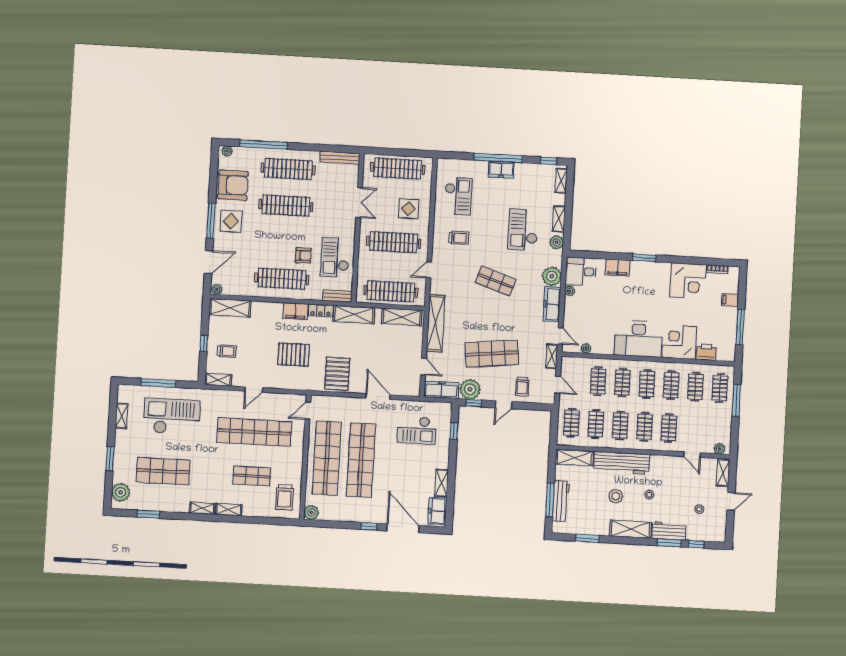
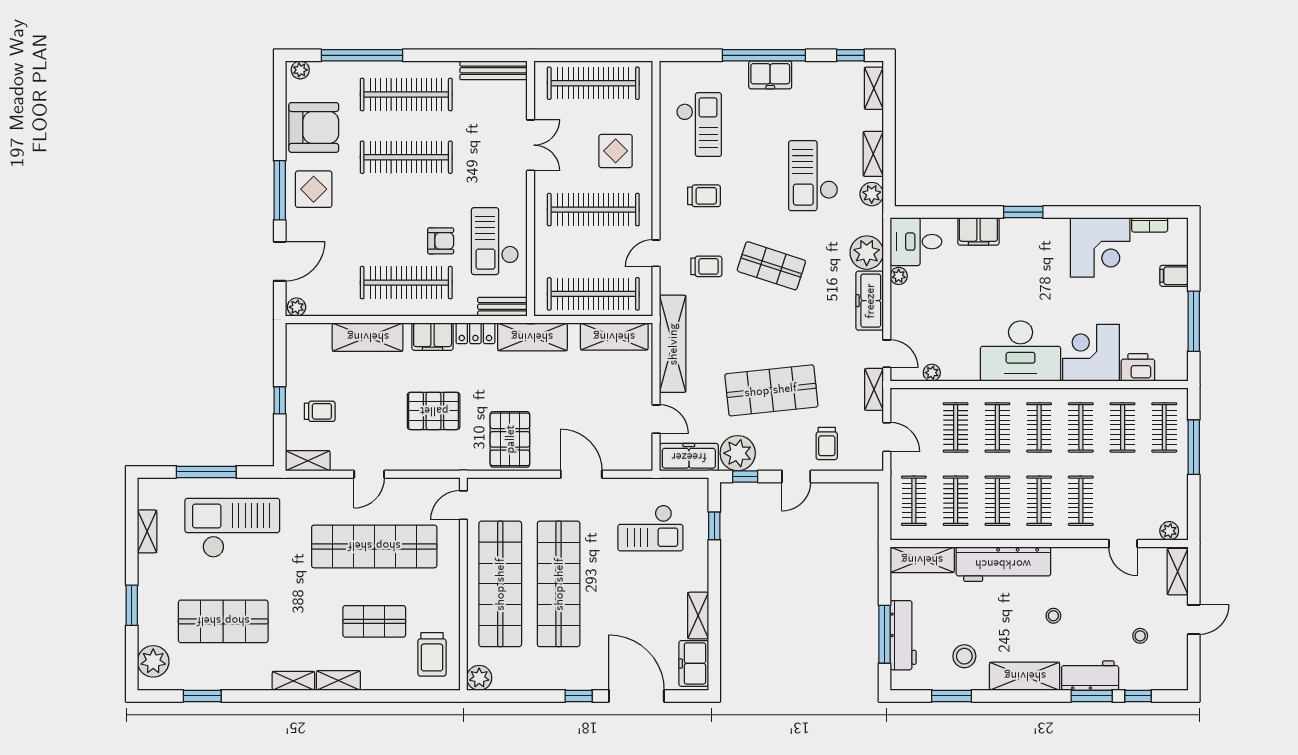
trolley: (458, 279) -> (706, 266), added
shelving: (230, 308) -> (368, 337), moved
stool: (616, 496) -> (964, 656), moved

